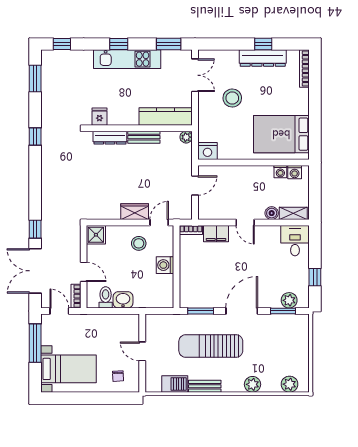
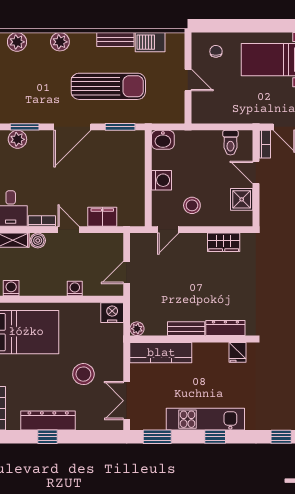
washing machine: (280, 172) -> (75, 289), moved
wardrobe: (135, 212) -> (224, 242), moved
bookcase: (191, 230) -> (42, 221), moved
shower: (96, 235) -> (242, 199), moved
washbasin: (123, 300) -> (163, 140), moved

